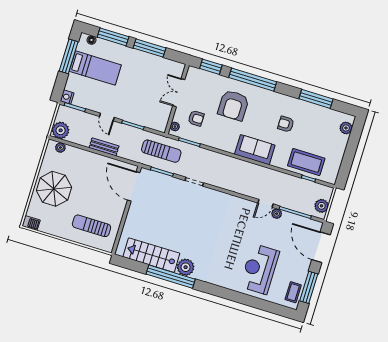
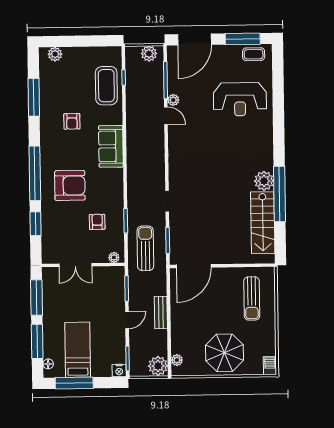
double door: (179, 93) -> (75, 265), moved
wall: (177, 99) -> (83, 265), moved
plant: (175, 127) -> (114, 257), moved

